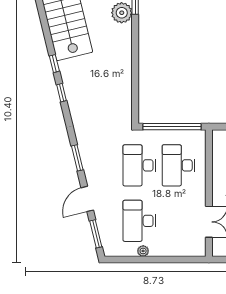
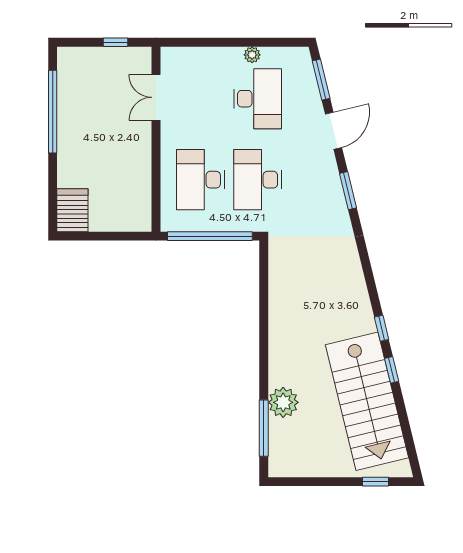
window: (61, 93) -> (392, 370), moved
desk: (139, 165) -> (258, 180), turned 180
desk: (178, 165) -> (200, 180), turned 180

